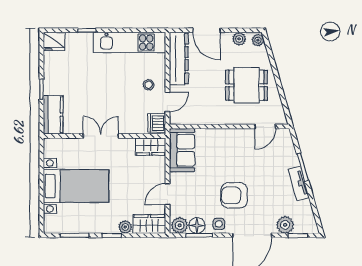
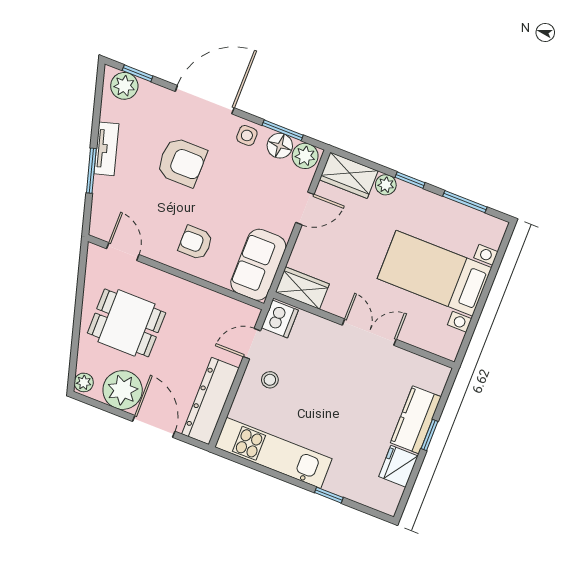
plant: (239, 39) -> (123, 390), width x1.87, depth x1.87
fridge: (54, 42) -> (398, 466), moved, turned -90
kitchen counter: (53, 115) -> (416, 420), moved
door: (265, 127) -> (123, 252), hinge flipped
double door: (101, 136) -> (369, 332), swing flipped
armchair: (224, 149) -> (196, 243), added
armchair: (234, 195) -> (182, 162), moved
plant: (285, 225) -> (124, 86), moved

